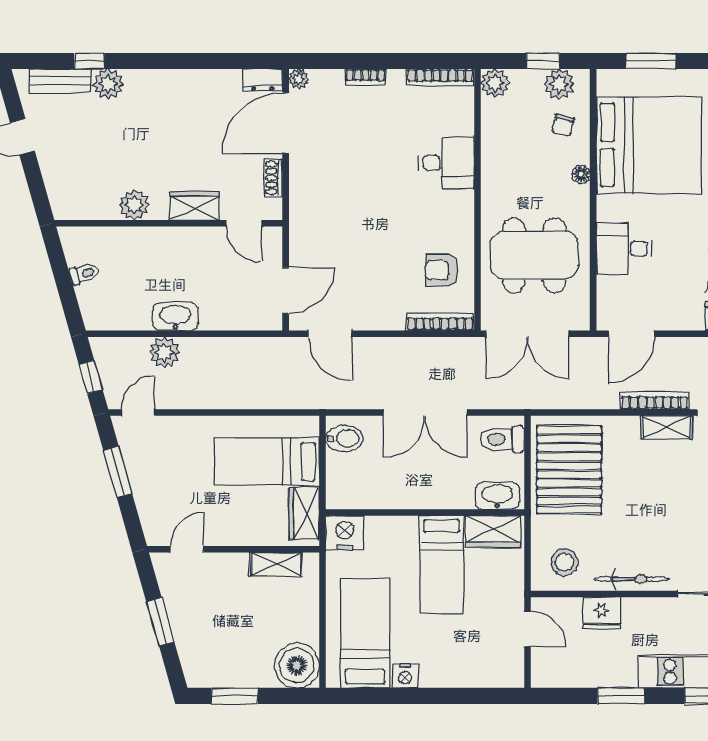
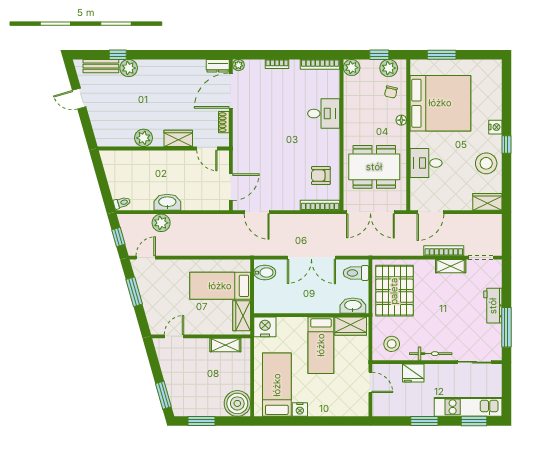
toilet: (84, 274) -> (122, 203), moved
window: (160, 622) -> (163, 395), moved

